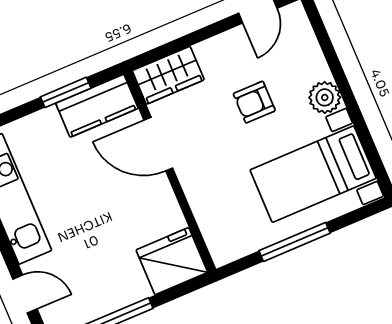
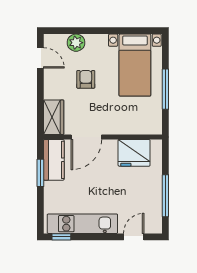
plant: (325, 97) -> (76, 43), moved
armchair: (254, 102) -> (86, 79), turned 180
fridge: (172, 261) -> (134, 153), moved, turned -90

